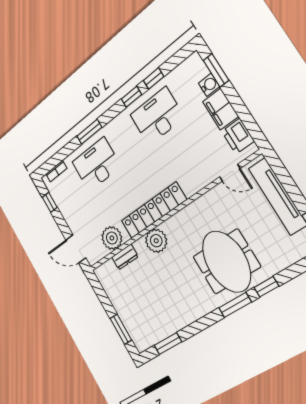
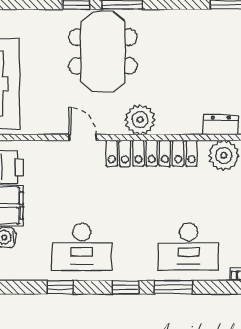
window: (131, 97) -> (125, 287), moved
door: (230, 173) -> (83, 137), moved
plant: (156, 241) -> (140, 120), moved

